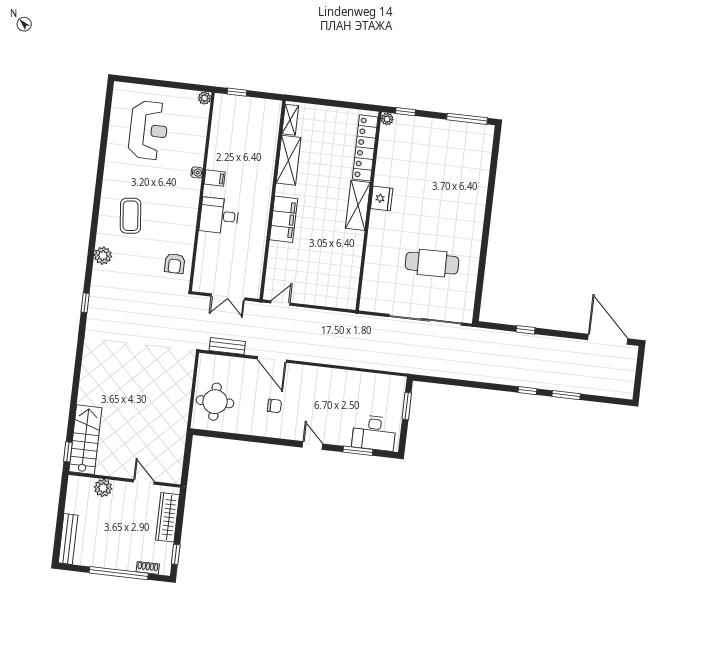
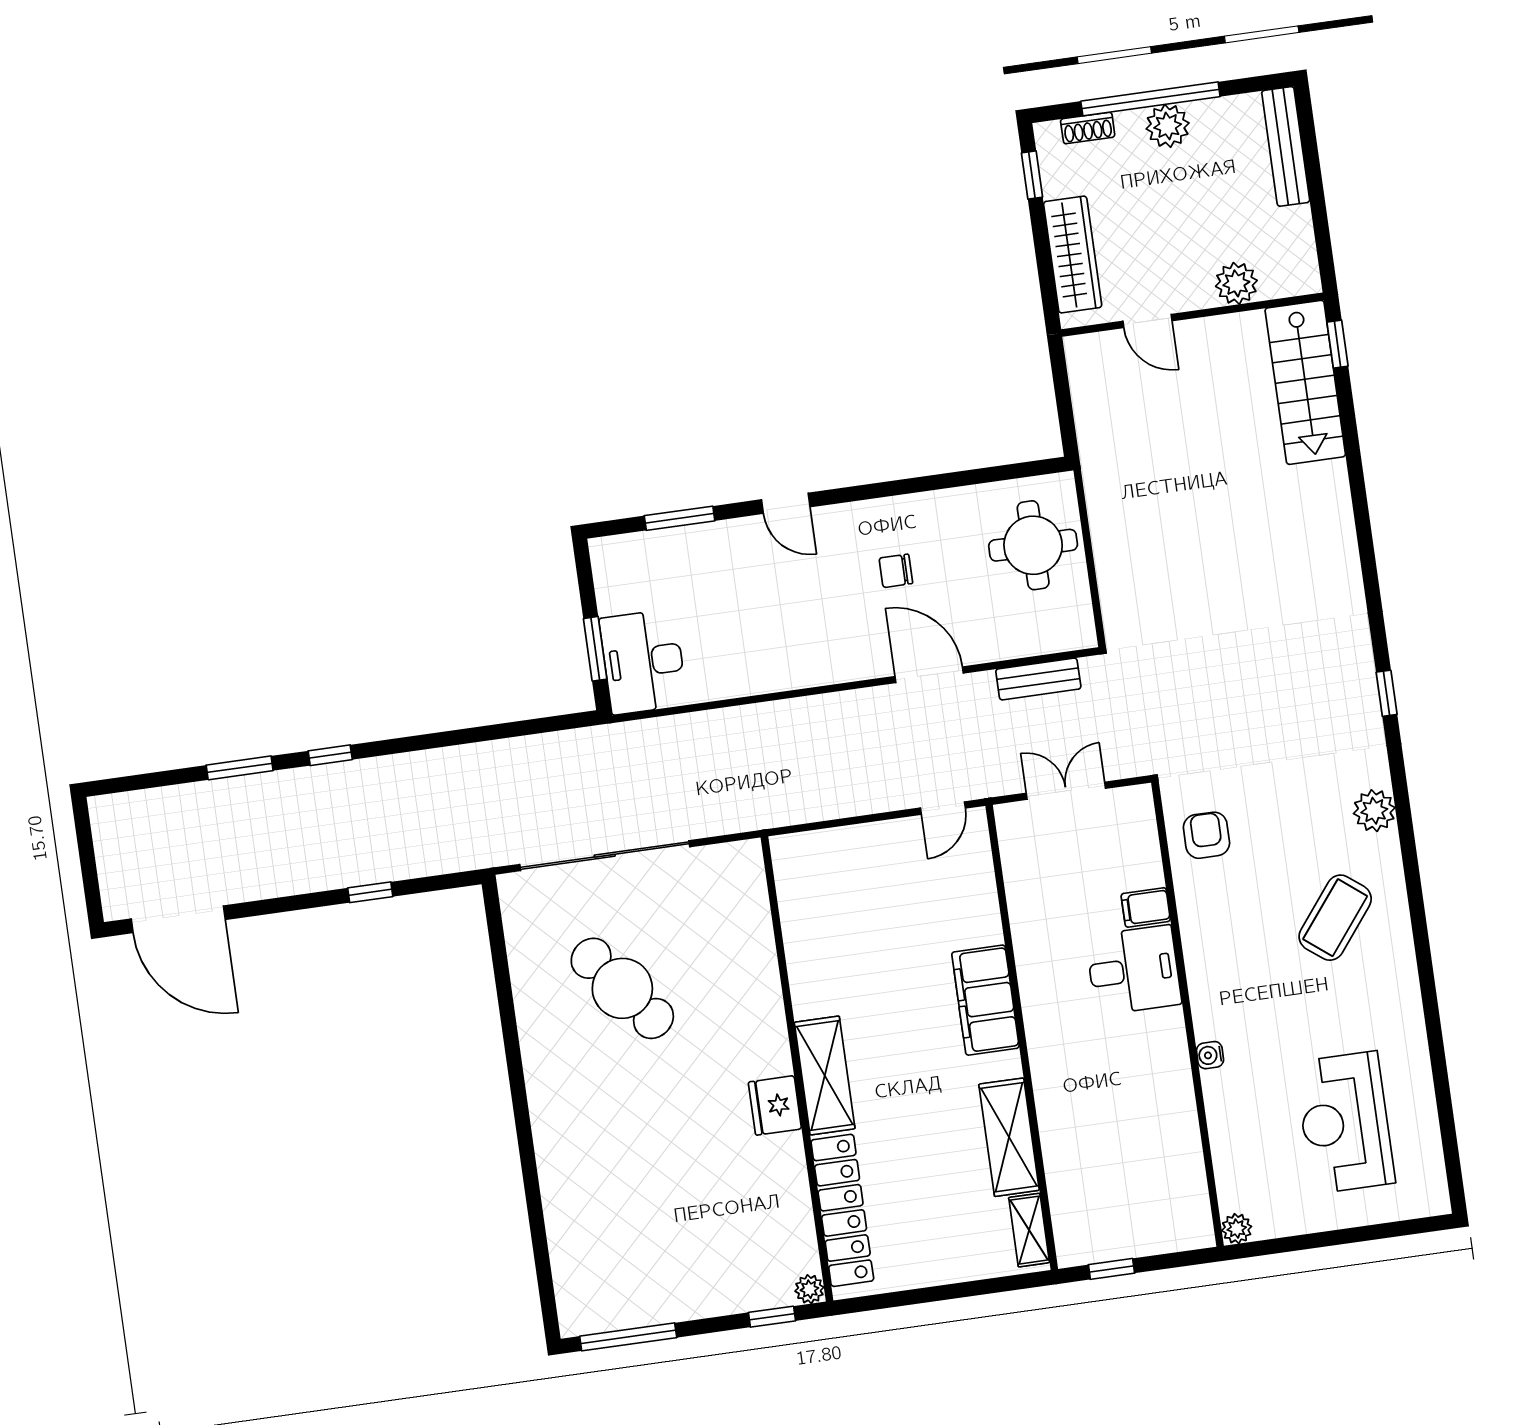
window: (237, 92) -> (1111, 1269), moved
filing cabinet: (215, 178) -> (1146, 907), moved
coffee table: (130, 216) -> (1335, 918), turned 44
cafe table: (432, 263) -> (622, 988), turned 53
desk: (374, 433) -> (643, 662), moved, turned -90
plant: (115, 560) -> (1168, 126), added

